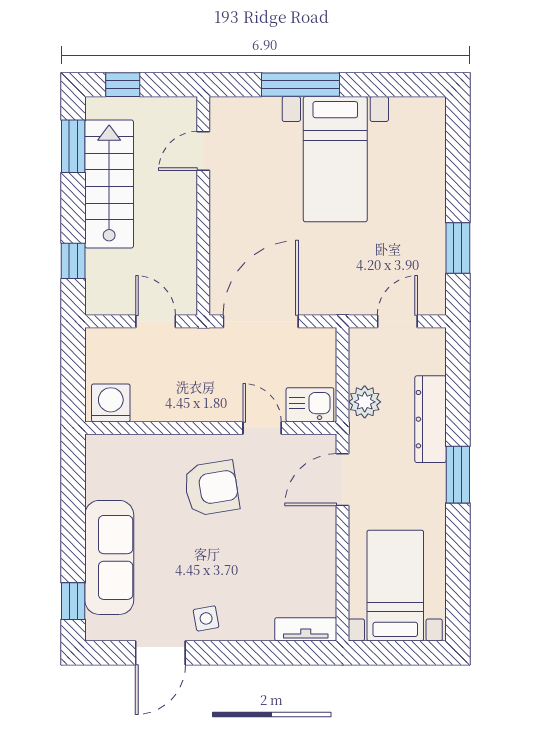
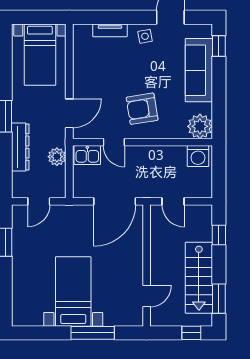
plant: (107, 456) -> (200, 126), added
tv unit: (306, 629) -> (110, 30), moved

